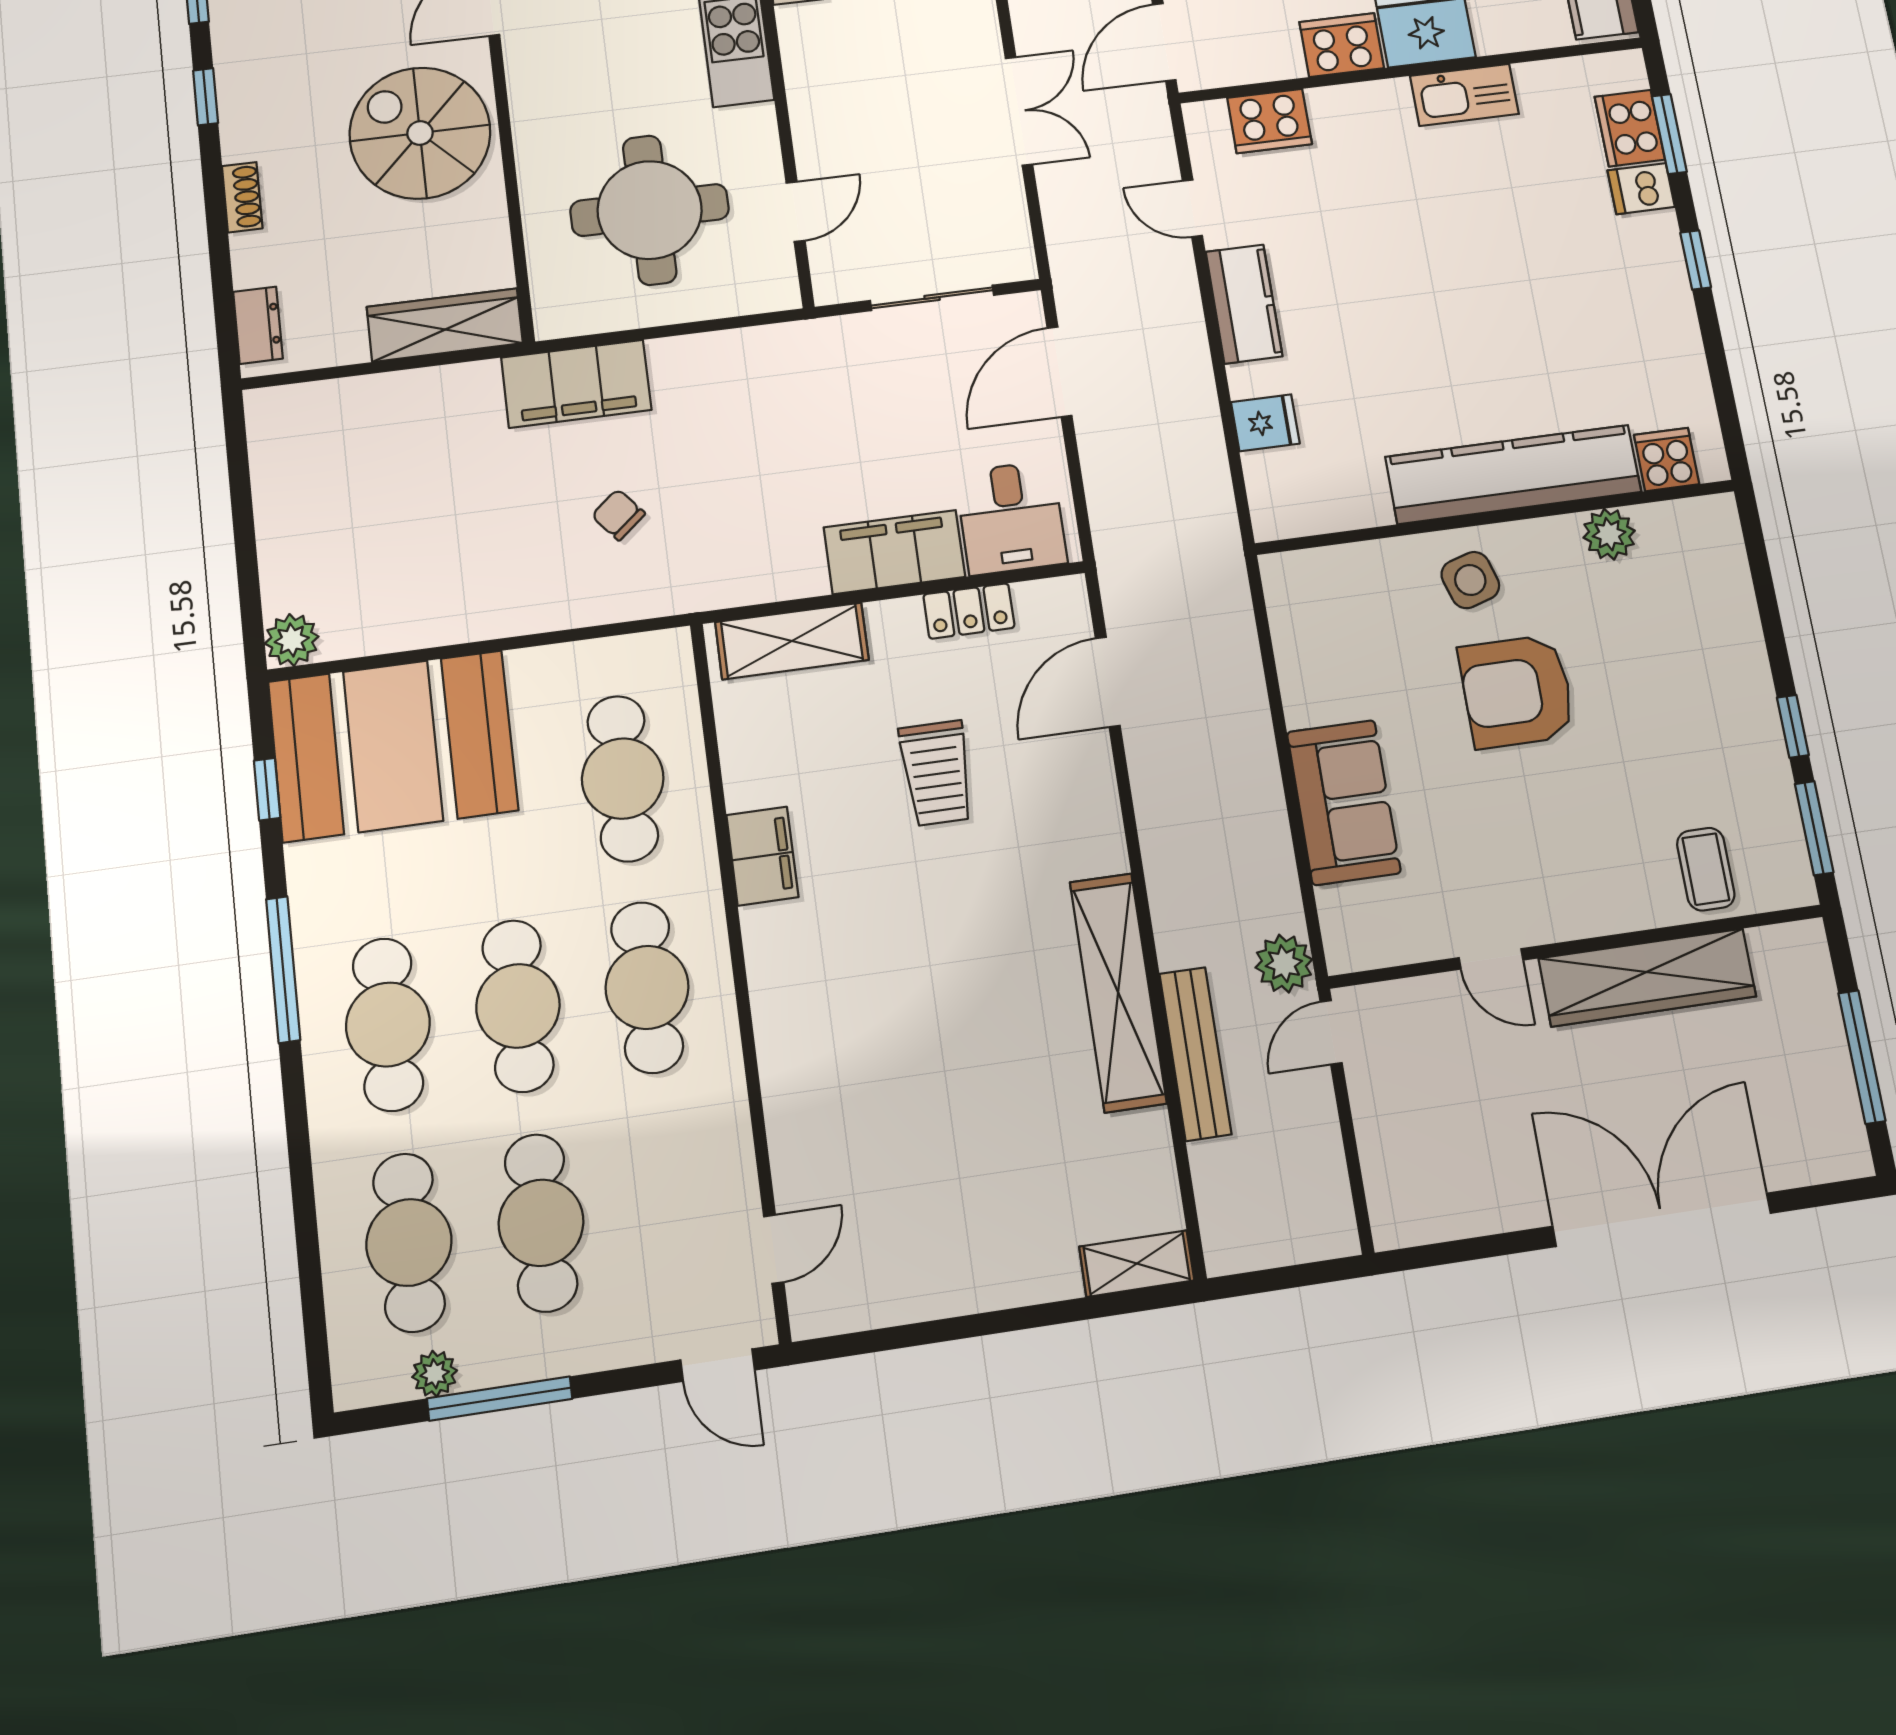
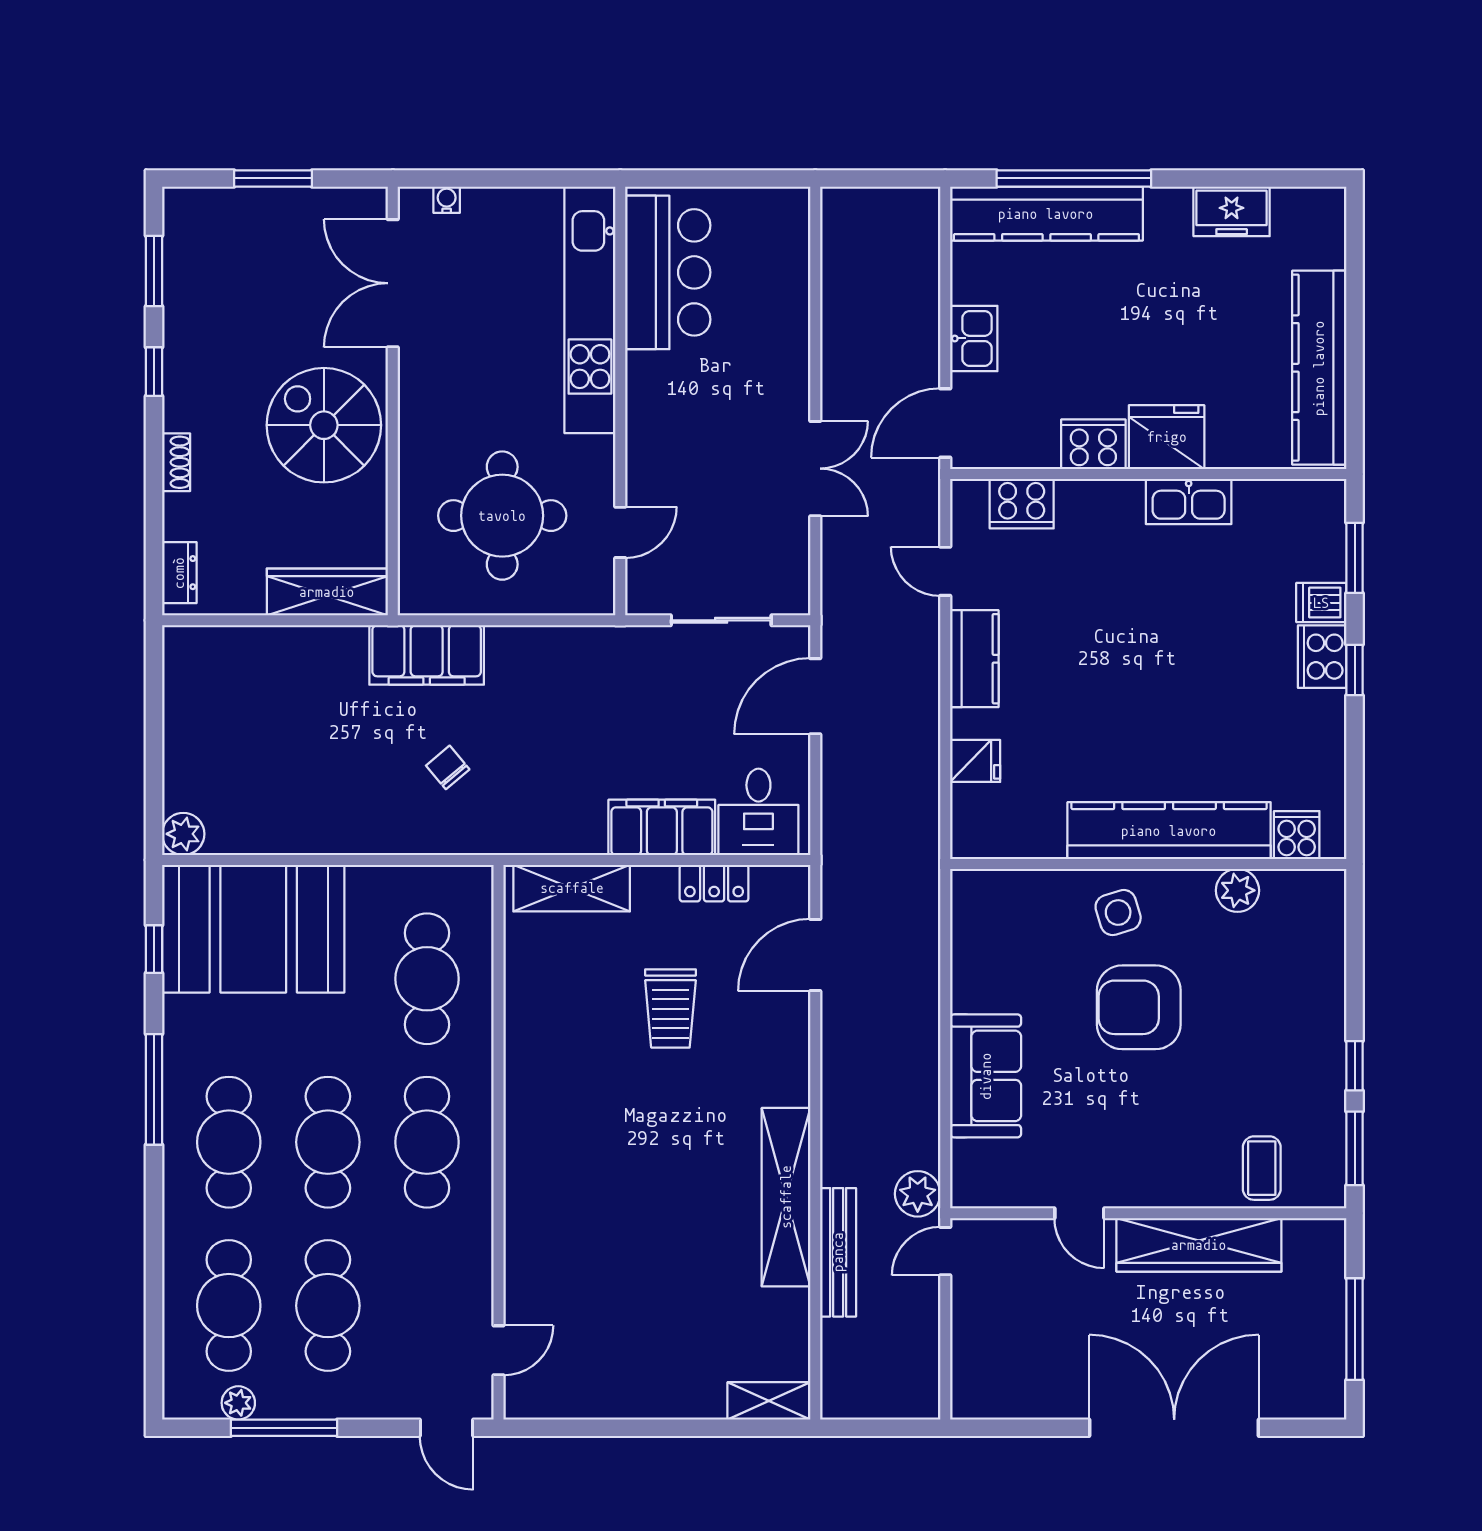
cooker: (1630, 128) -> (1322, 657), moved
filing cabinet: (762, 856) -> (527, 1054), removed

